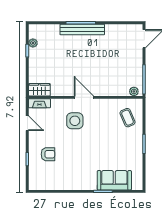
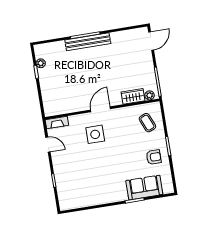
wardrobe: (39, 90) -> (133, 96), moved
door: (84, 97) -> (100, 109), hinge flipped
armchair: (48, 154) -> (154, 157), moved

